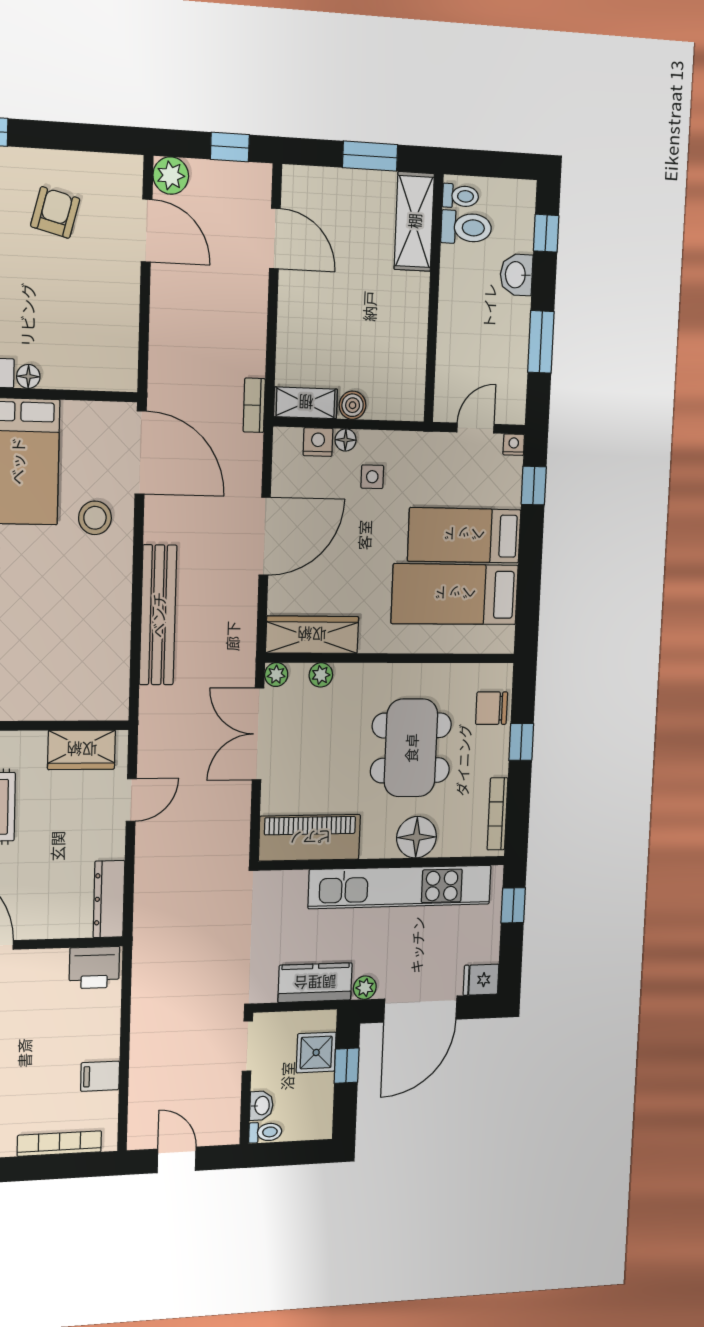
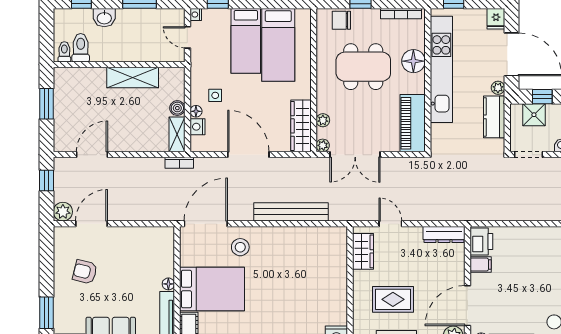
shelving: (414, 221) -> (133, 77), moved
chair: (492, 708) -> (341, 20), turned 90
filing cabinet: (100, 1076) -> (481, 264), moved, turned -90

